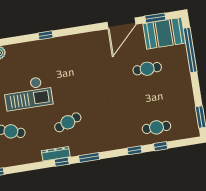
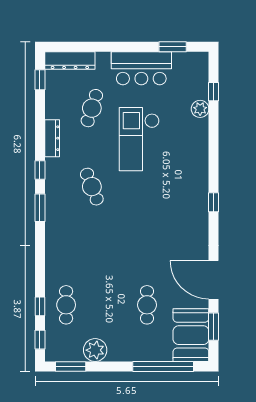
window: (46, 35) -> (214, 202), moved
plant: (186, 101) -> (95, 350), added
window: (134, 150) -> (40, 340), moved
dresser: (56, 154) -> (52, 138), moved

